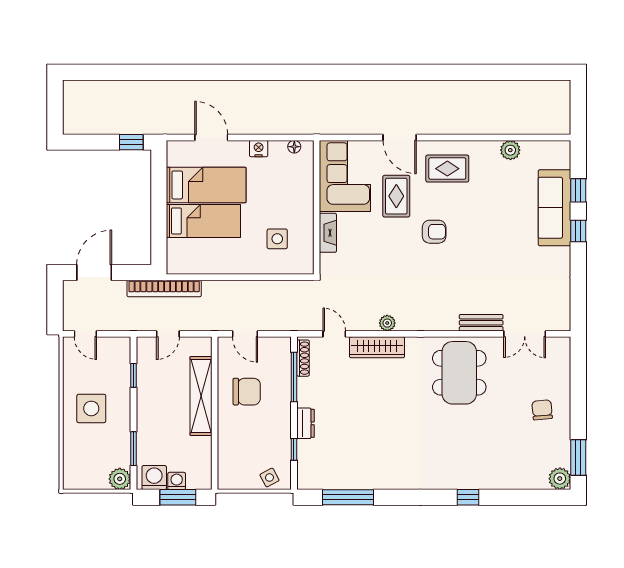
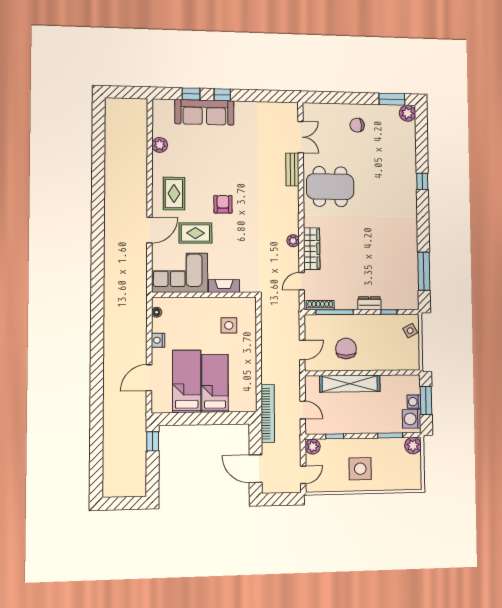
plant: (121, 346) -> (313, 447), added

